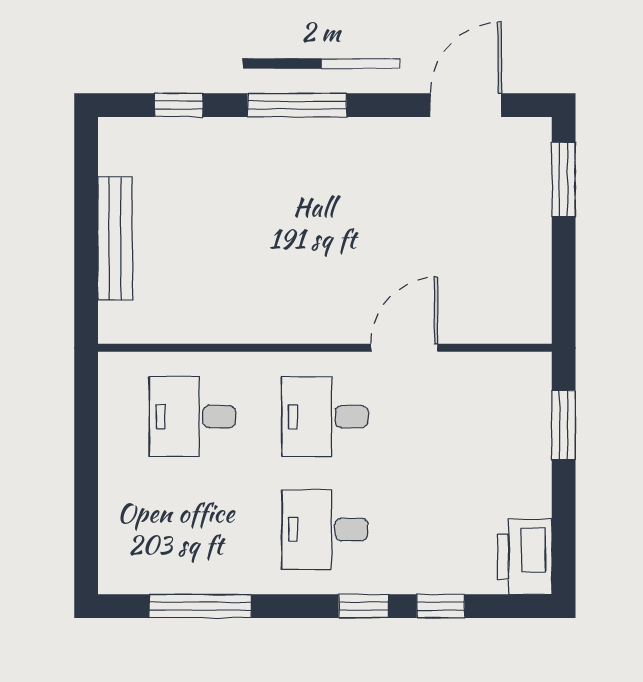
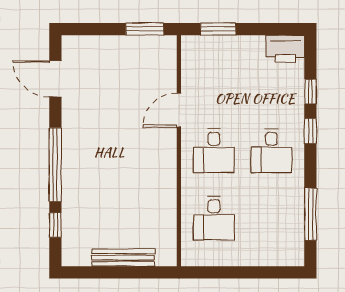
window: (297, 105) -> (55, 165), width x1.46
window: (564, 180) -> (145, 29), moved
door: (404, 348) -> (179, 110), hinge flipped

